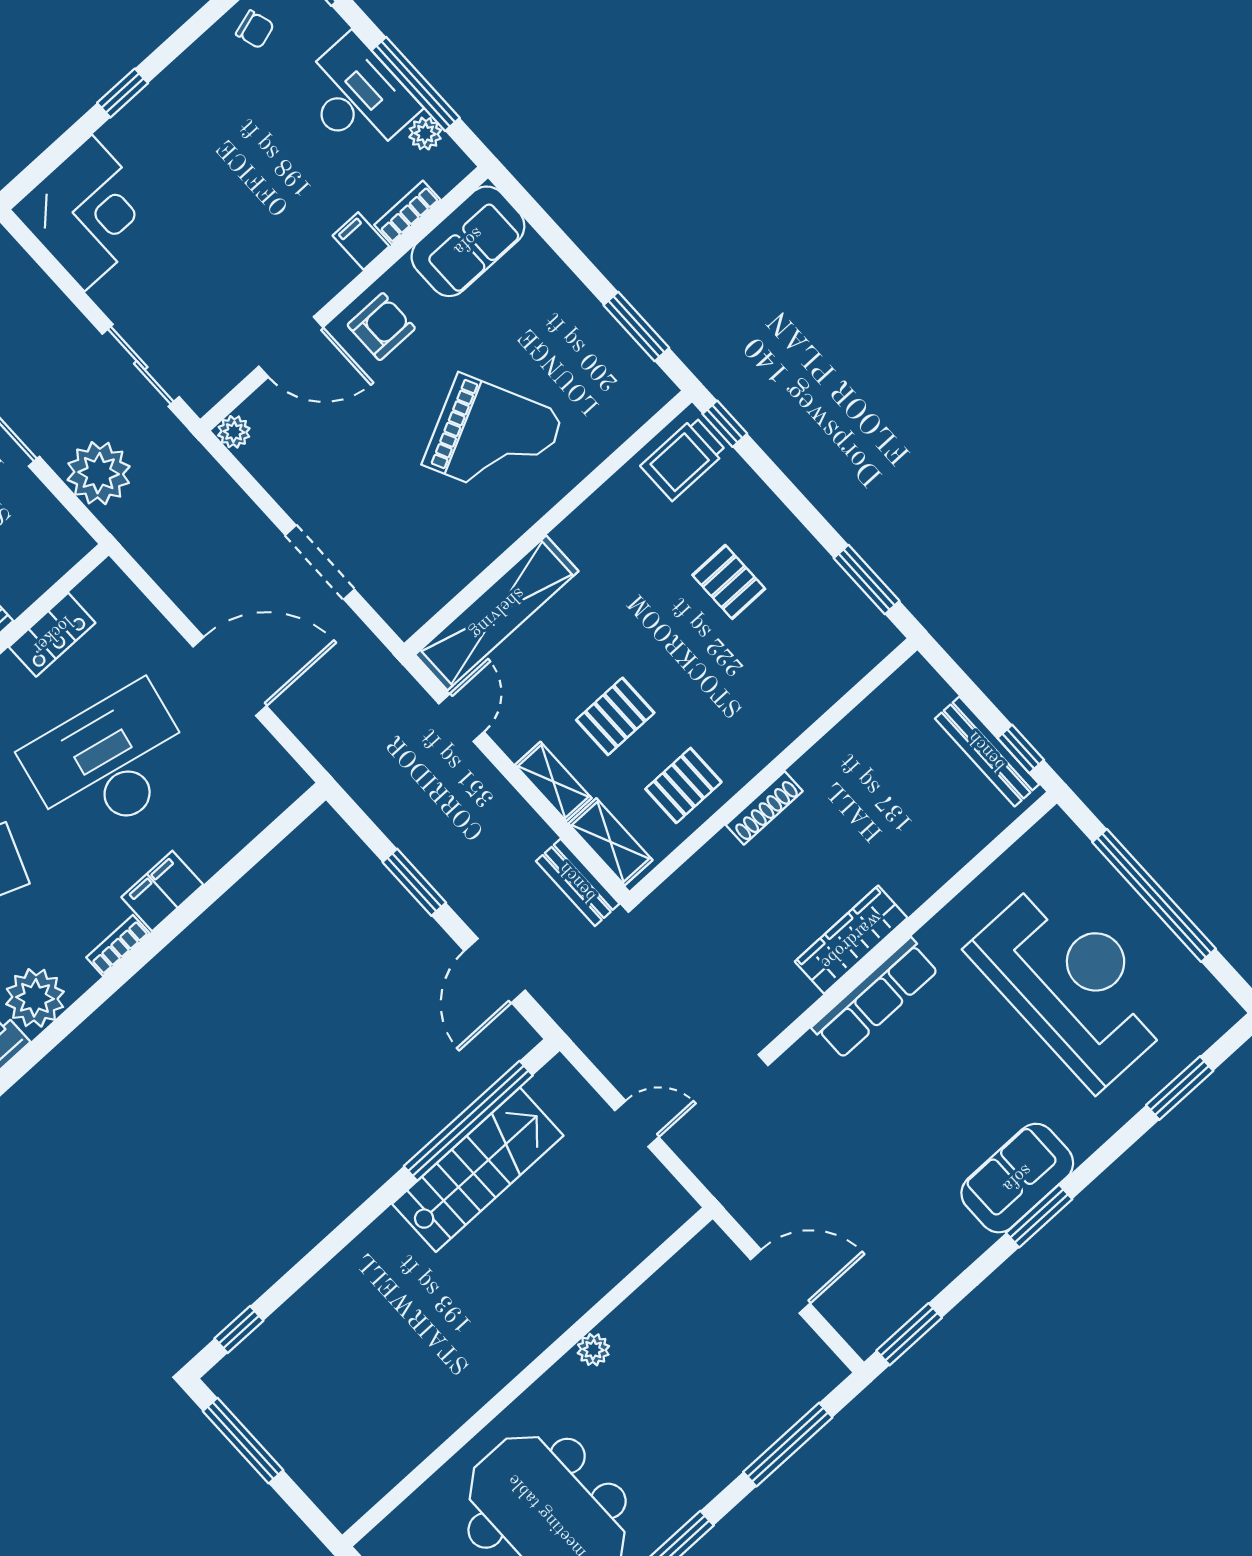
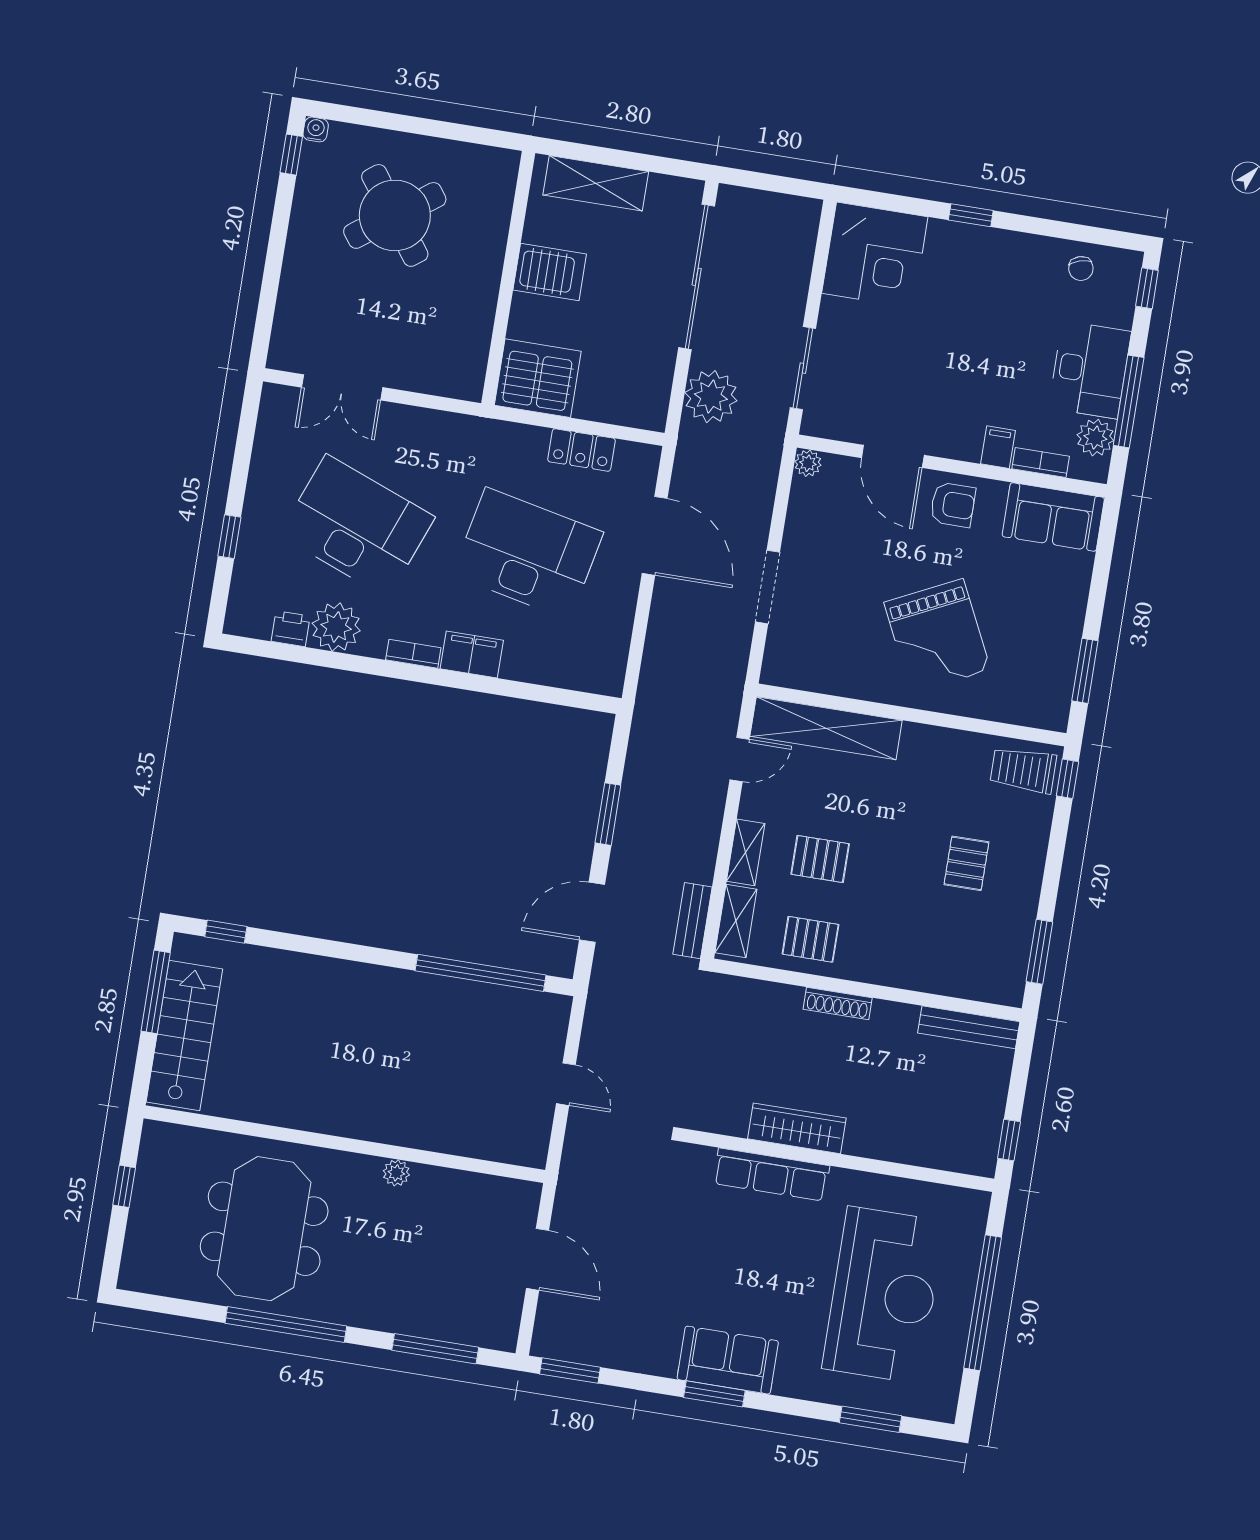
plant: (425, 134) -> (1095, 438), width x1.38, depth x1.38
door: (230, 676) -> (655, 536), moved
bench: (987, 751) -> (969, 1027), moved, turned 90
stairs: (478, 1170) -> (184, 1035), moved, turned -90

